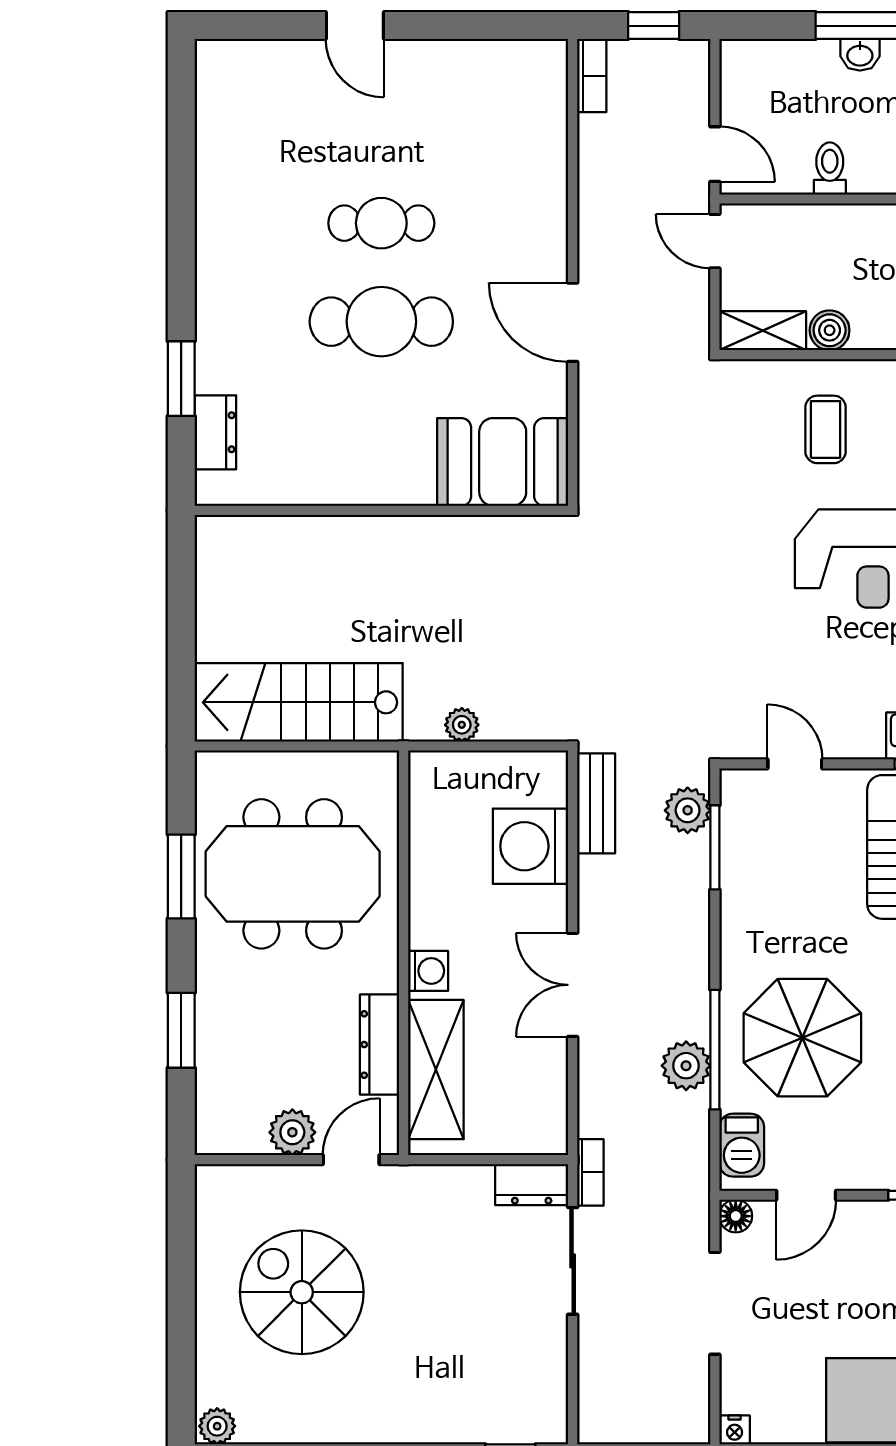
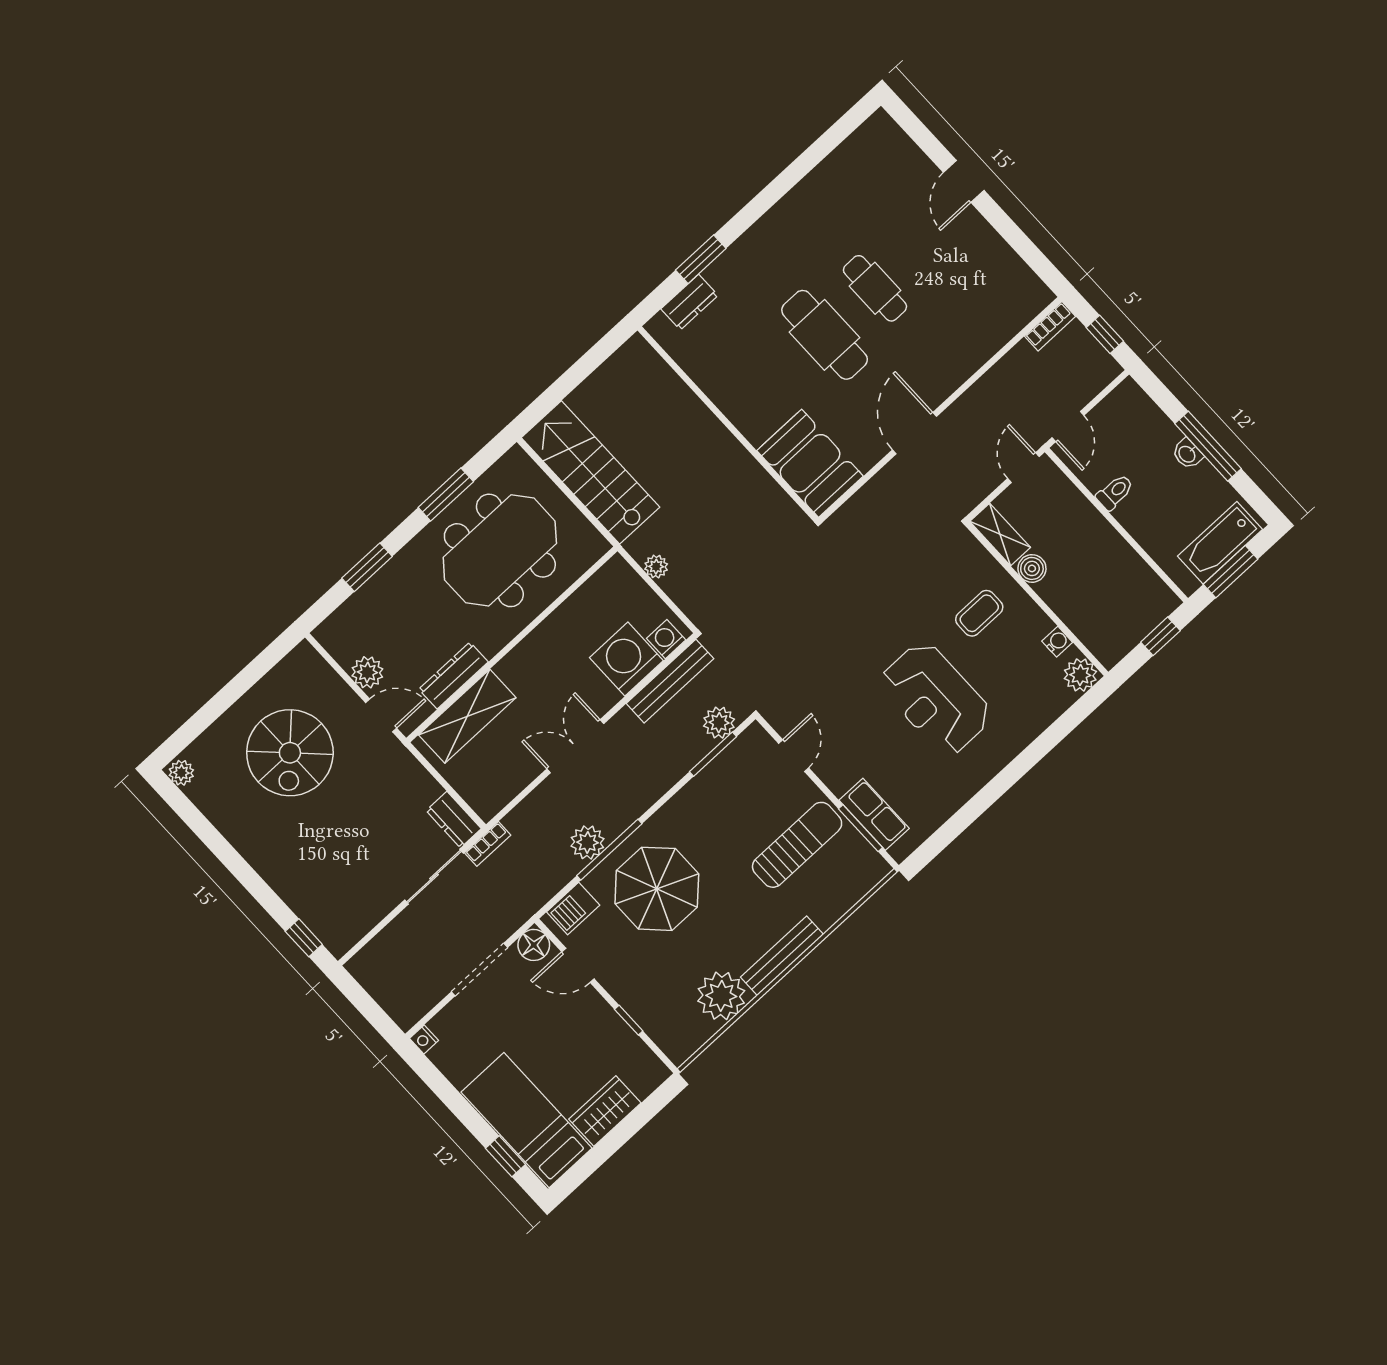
bench: (596, 803) -> (670, 681), width x1.36
meeting table: (293, 874) -> (500, 550), turned 90
washing machine: (428, 971) -> (666, 639), moved, turned 180
floor lamp: (736, 1216) -> (534, 945), width x1.37, depth x1.37
spiral stairs: (302, 1292) -> (290, 753), turned 180

